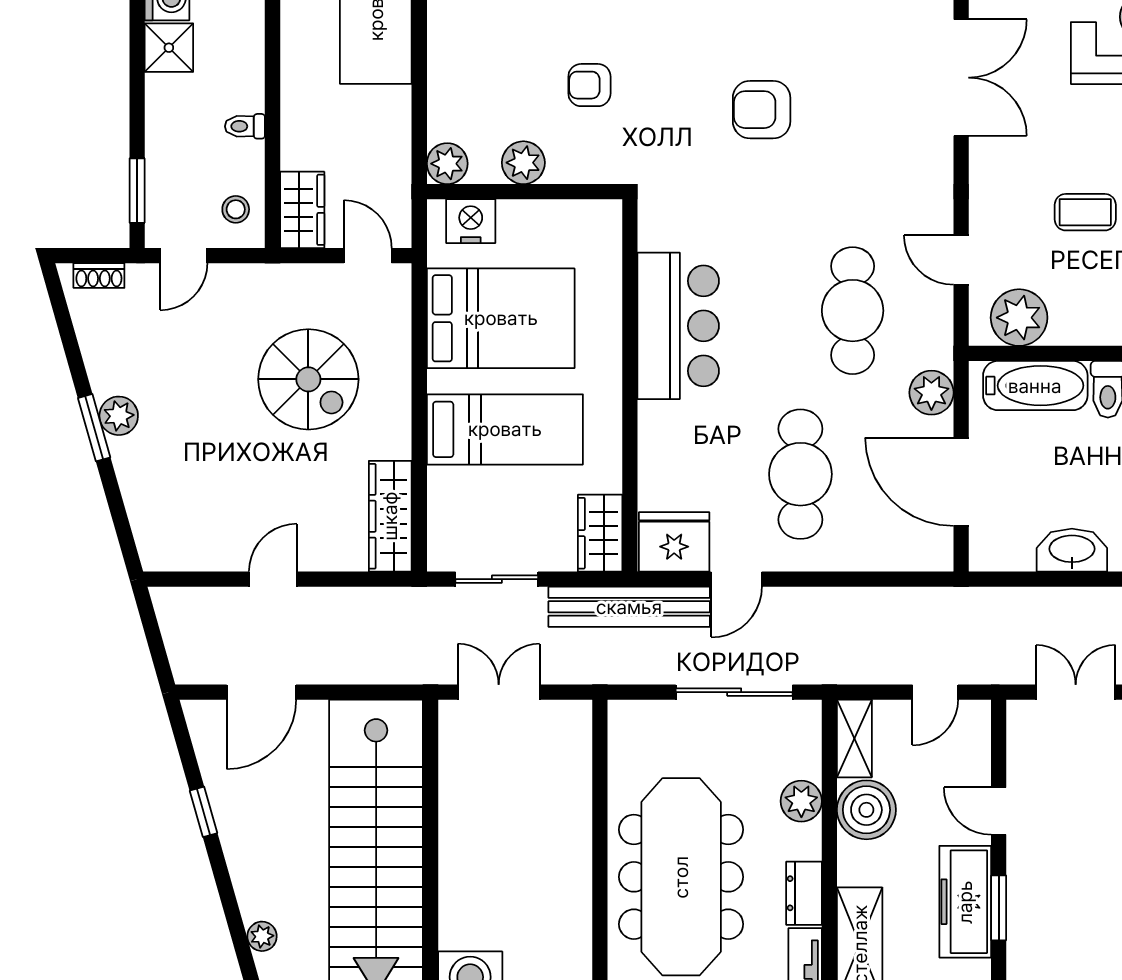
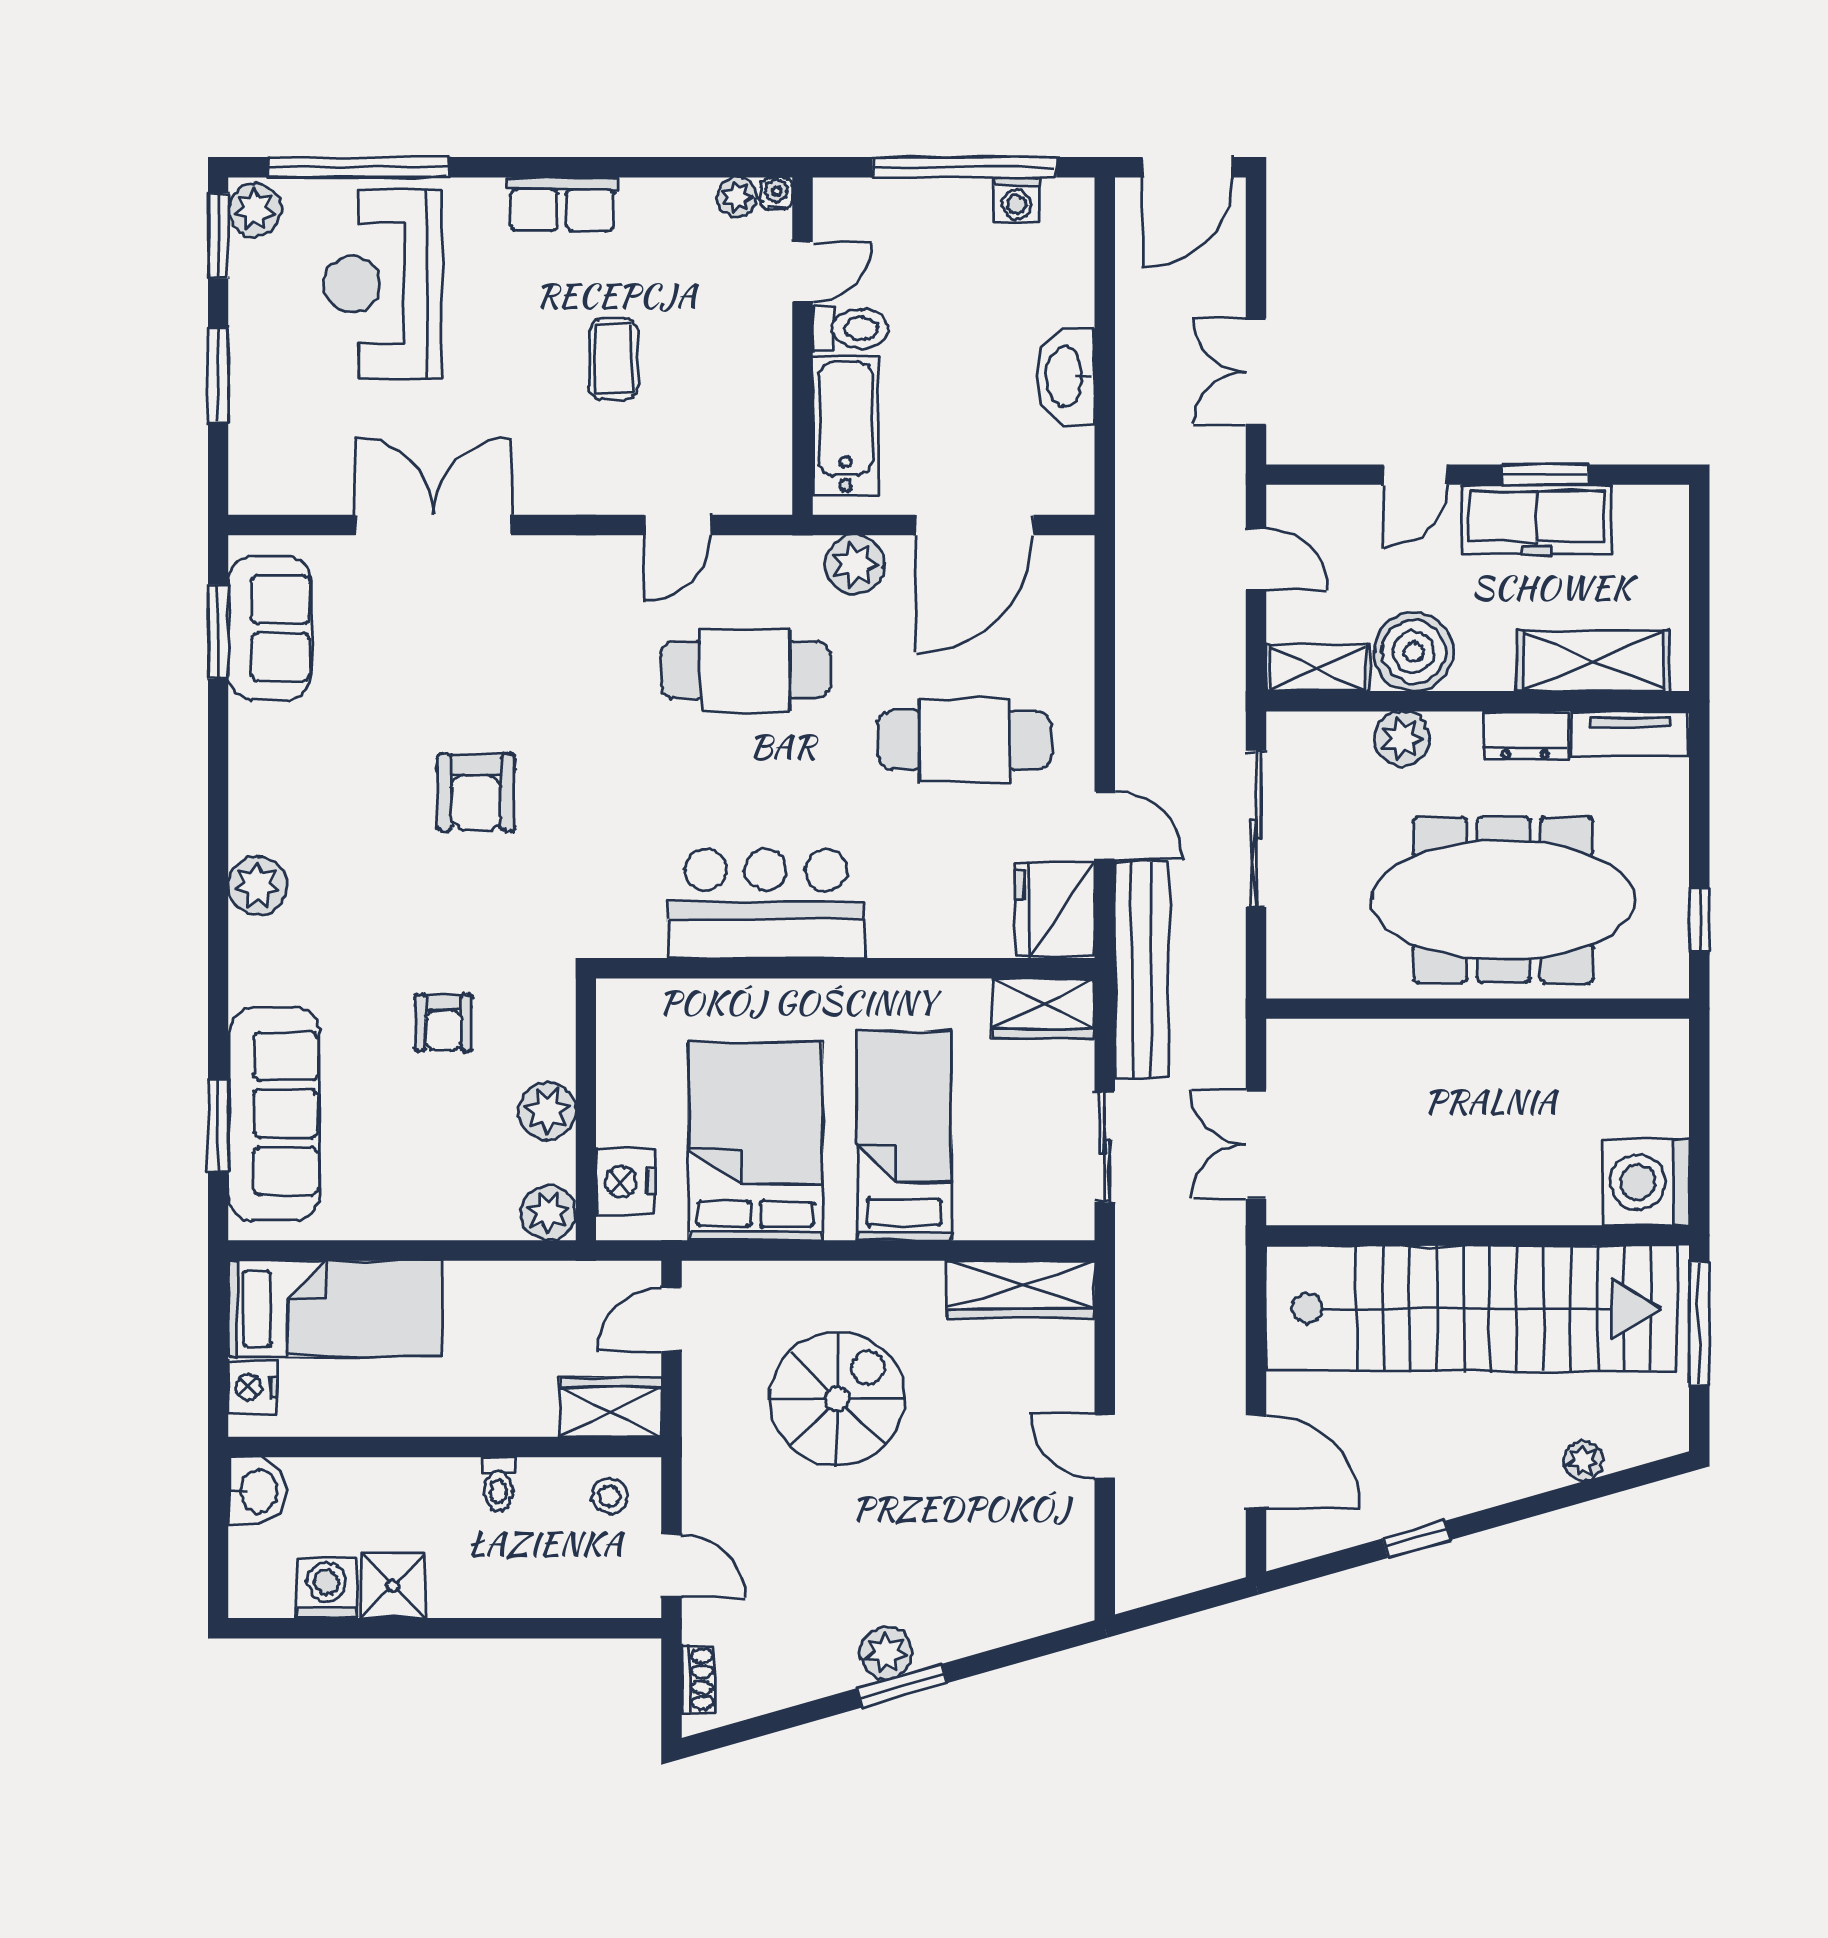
window: (137, 191) -> (585, 1628), removed
plant: (1019, 318) -> (755, 447), removed

